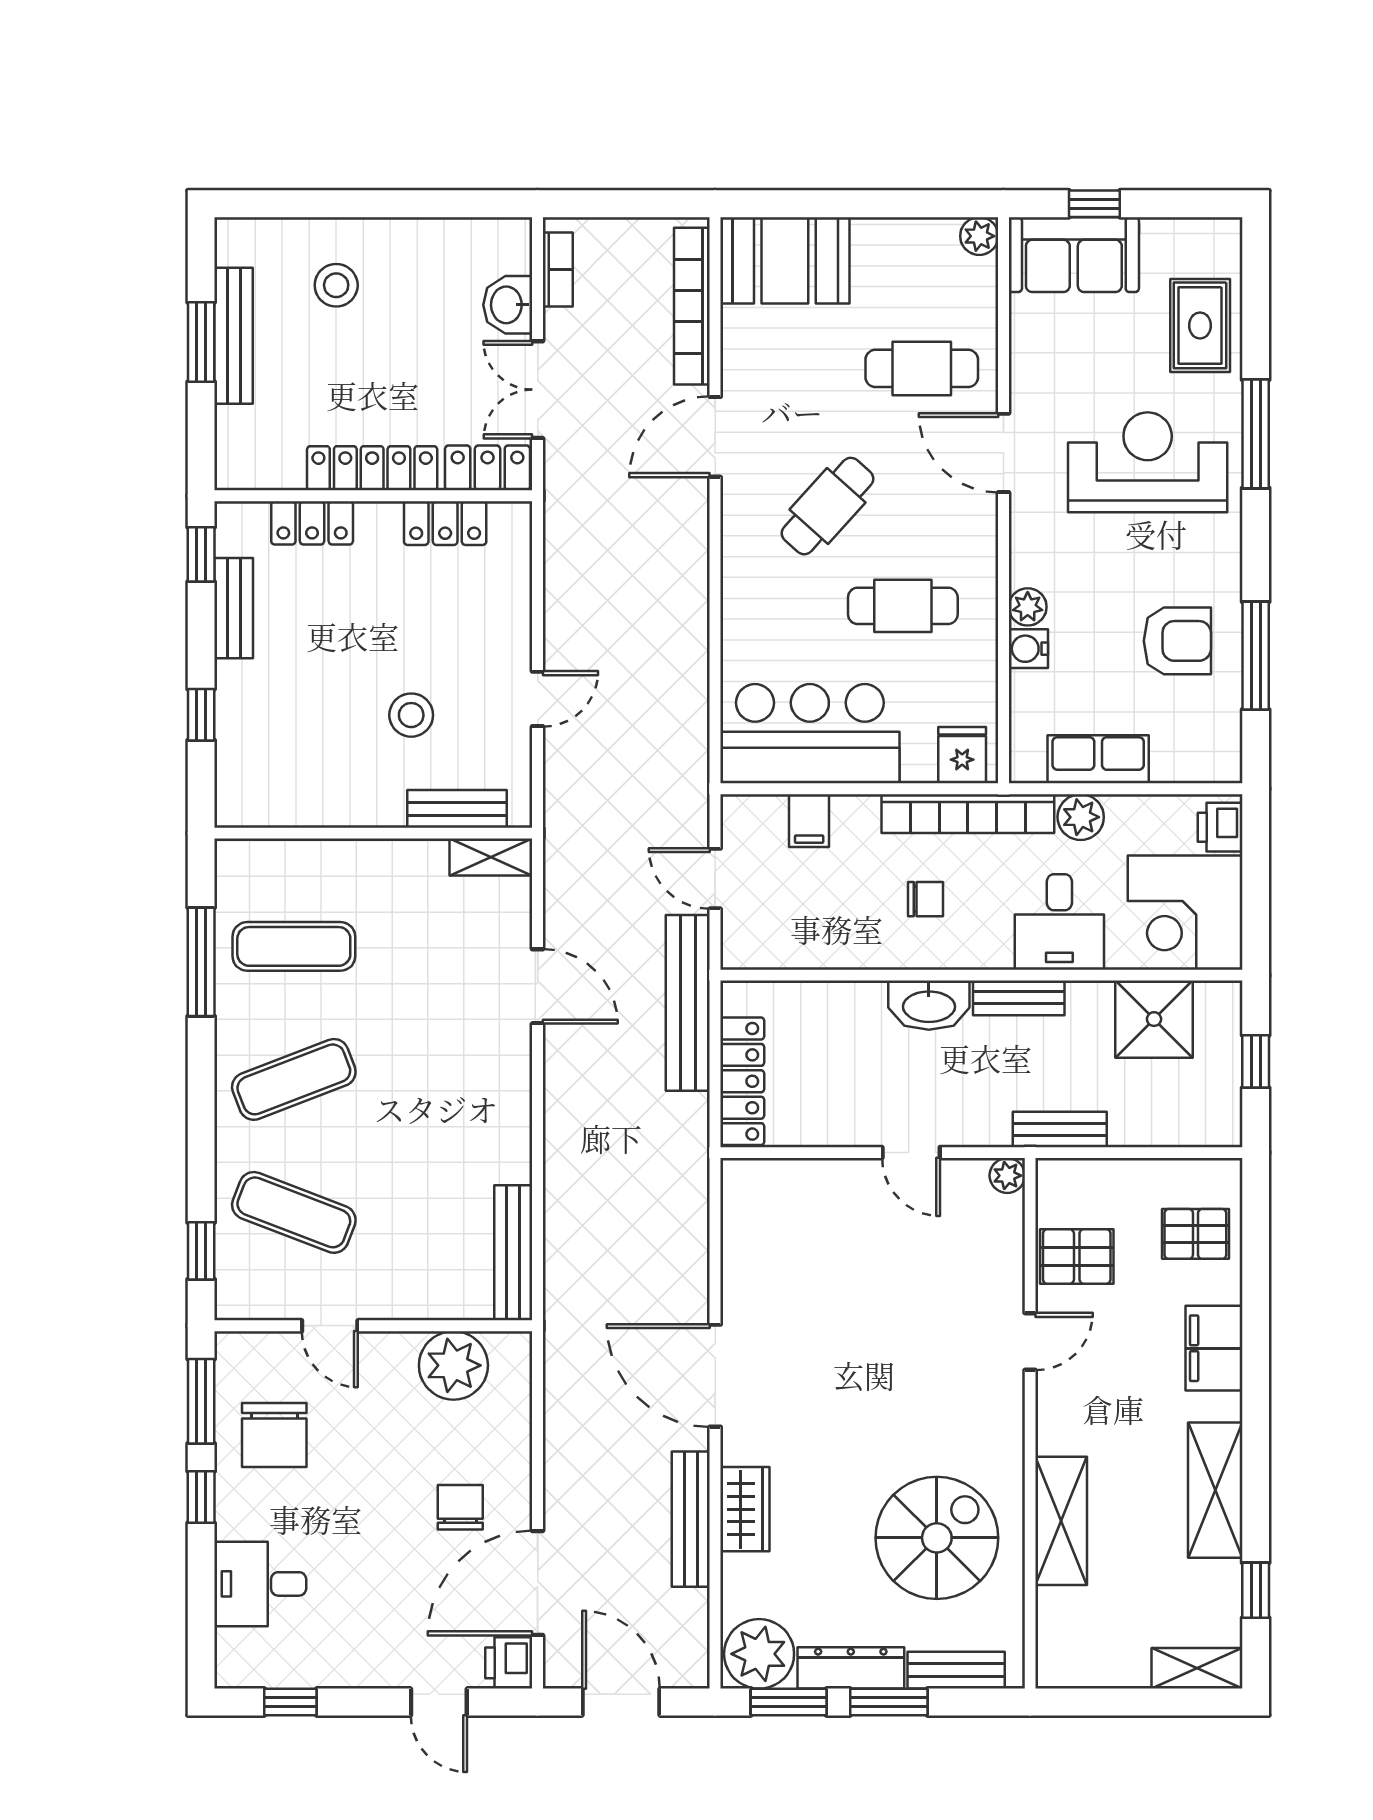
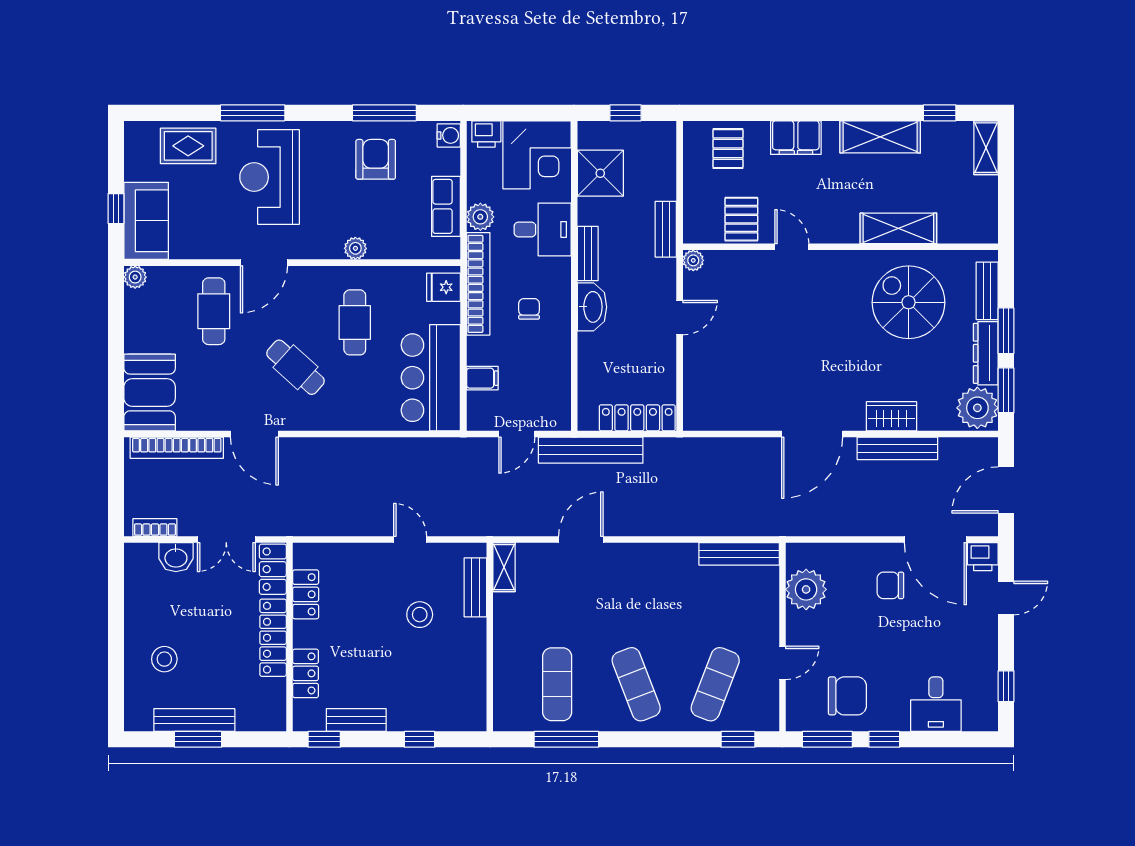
water cooler: (1028, 649) -> (449, 135), moved, turned -90

